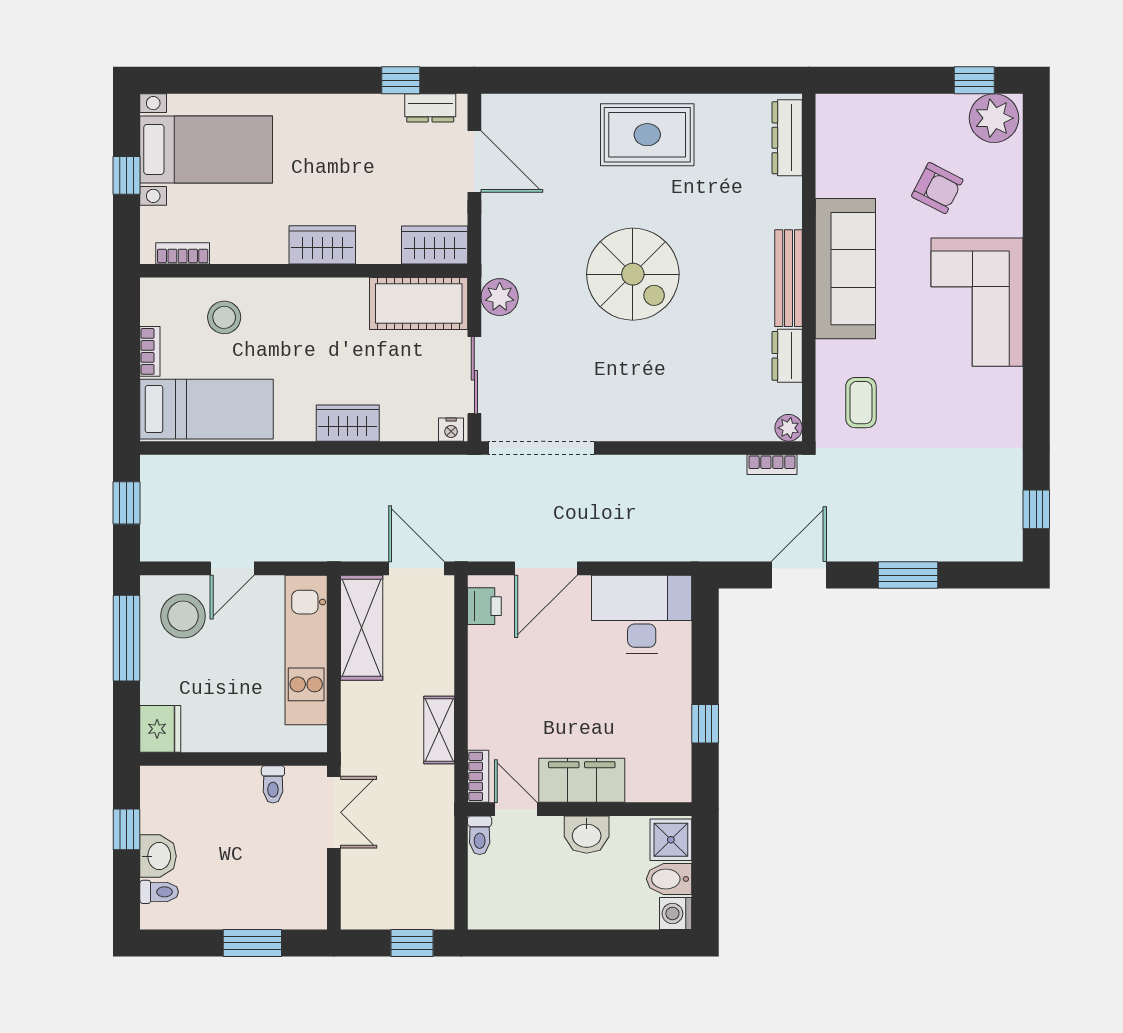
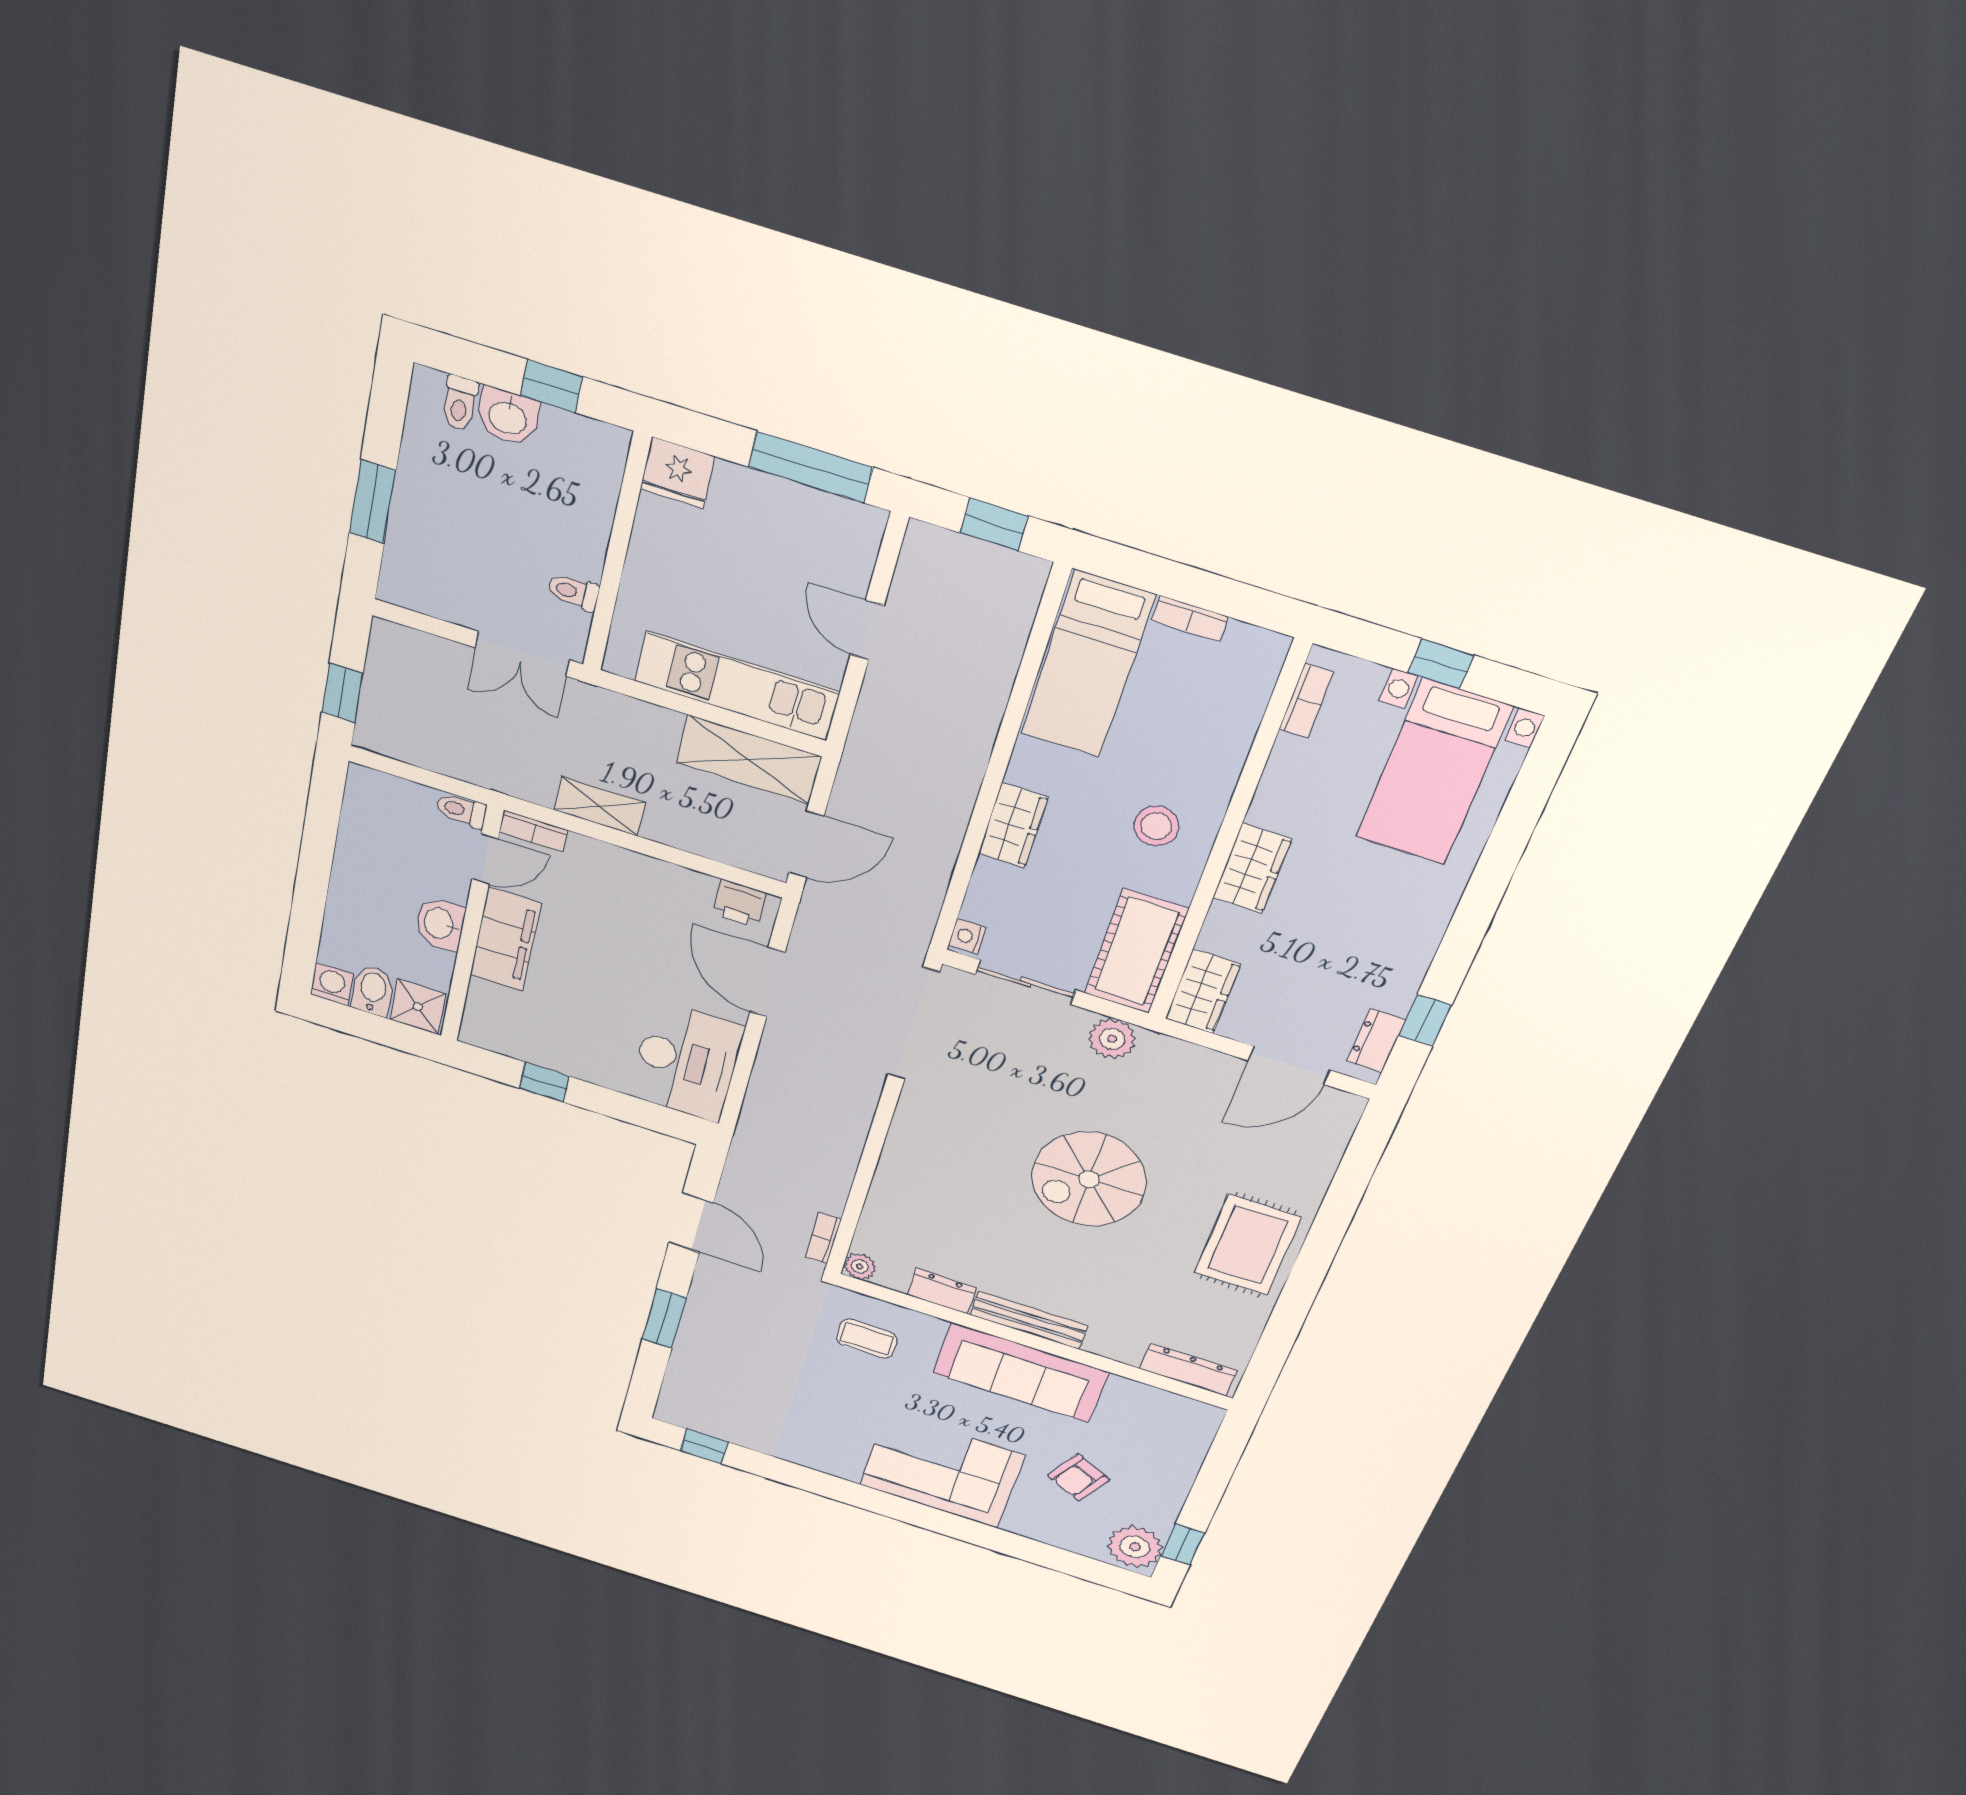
stool: (224, 317) -> (1156, 826), moved
stool: (183, 616) -> (821, 549), removed

